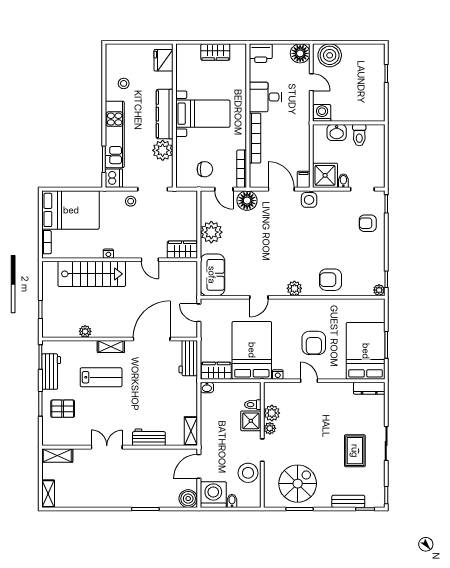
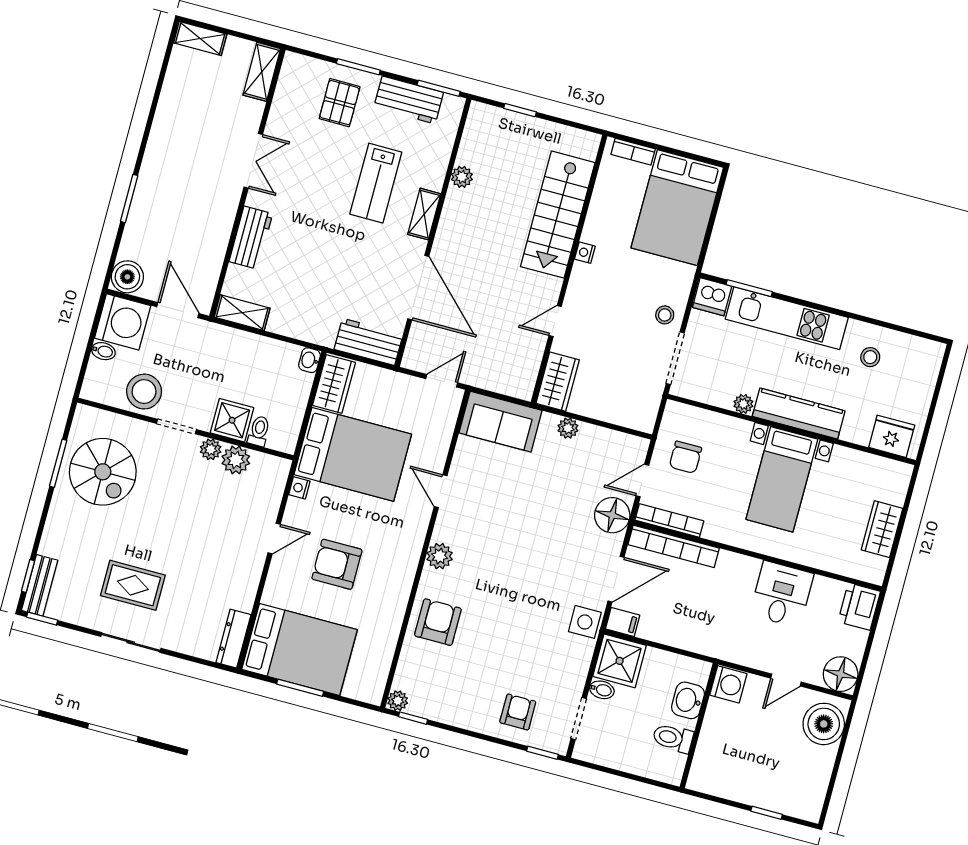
bookcase: (255, 138) -> (674, 546), moved
plant: (163, 150) -> (743, 404), width x0.53, depth x0.53
plant: (211, 232) -> (568, 428), width x0.53, depth x0.53
bench: (348, 501) -> (40, 585), moved

